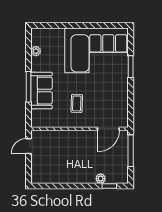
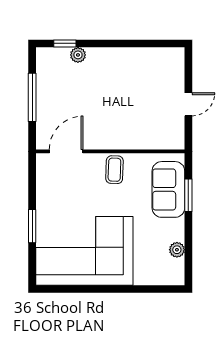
window: (28, 87) -> (188, 195), width x0.69
wall: (80, 129) -> (110, 151), moved
door: (108, 129) -> (66, 151), moved

